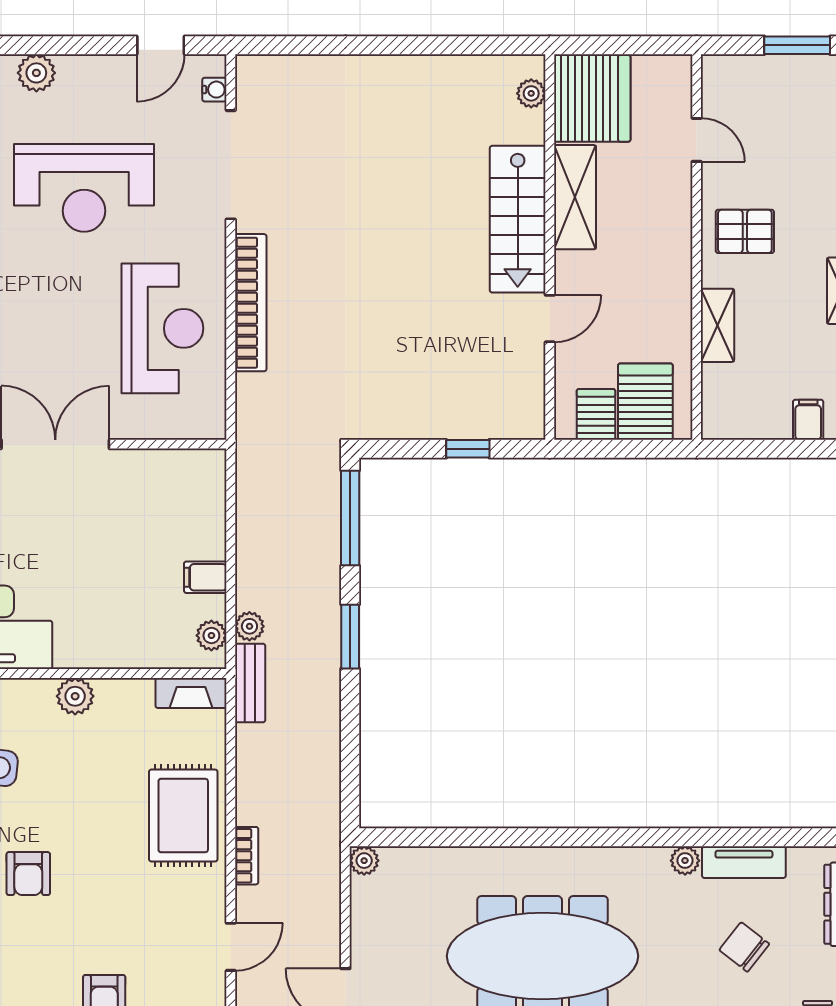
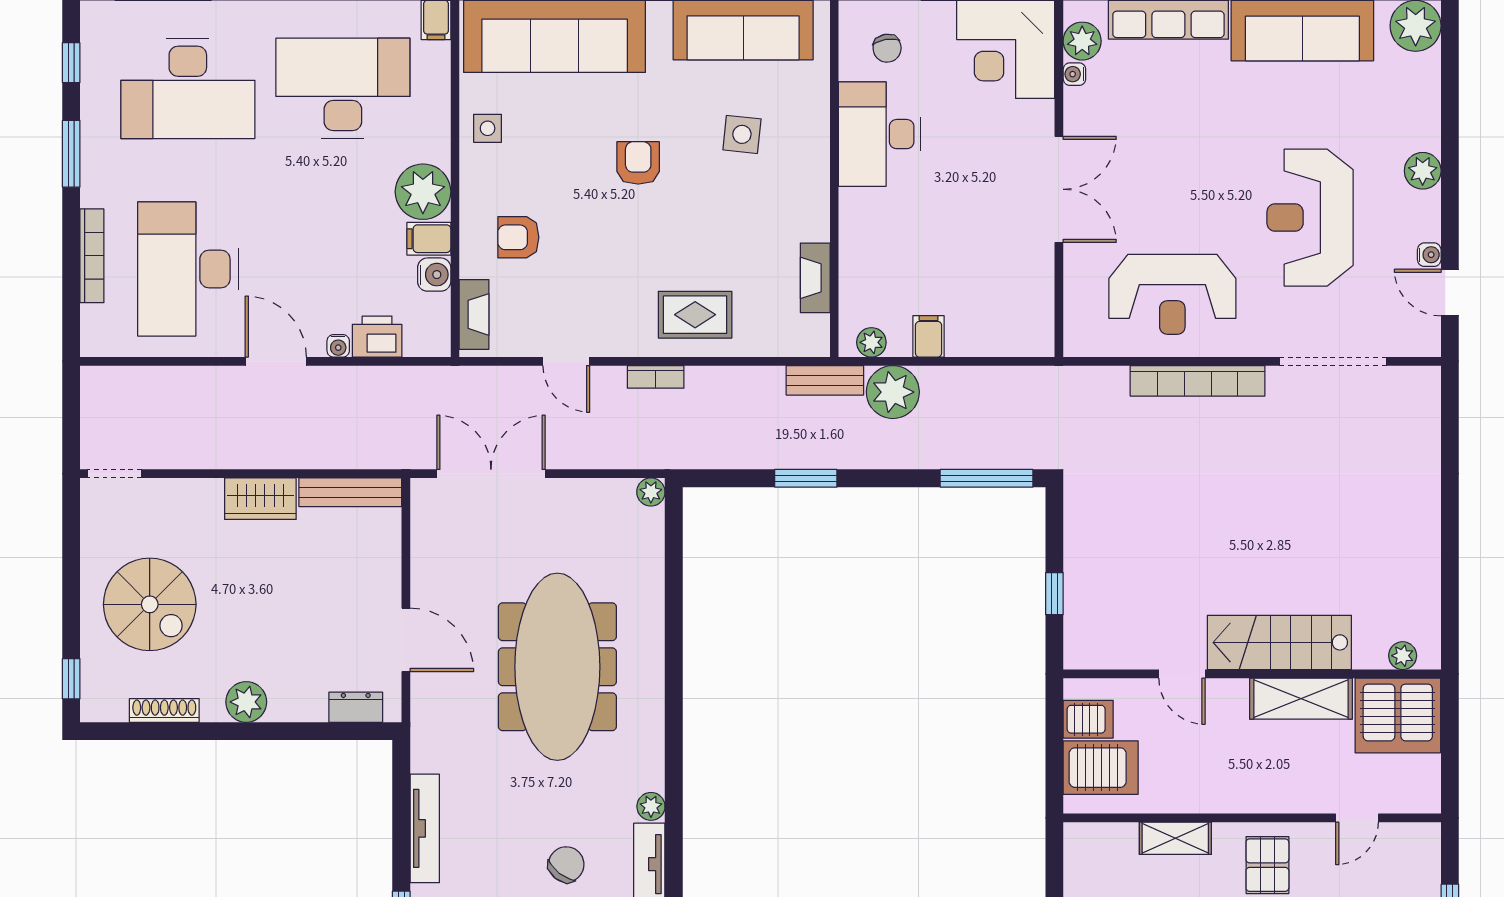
water cooler: (214, 90) -> (1429, 255), moved, turned -90
plant: (249, 626) -> (893, 392), width x1.87, depth x1.87
window: (350, 637) -> (806, 478), moved
fireplace: (191, 693) -> (815, 278), moved
plant: (75, 696) -> (812, 209), removed
rug: (183, 815) -> (695, 315), width x0.73, depth x0.70
armchair: (28, 874) -> (638, 163), turned 90

